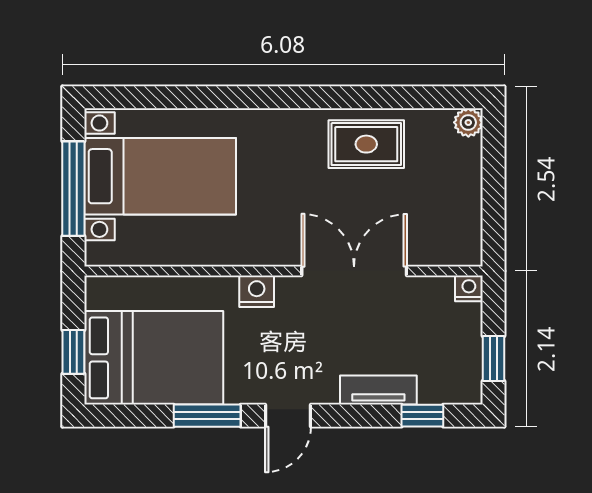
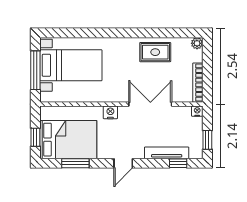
bookcase: (470, 218) -> (198, 83), added
tv unit: (378, 390) -> (167, 153), width x1.41
window: (207, 416) -> (75, 163), moved

